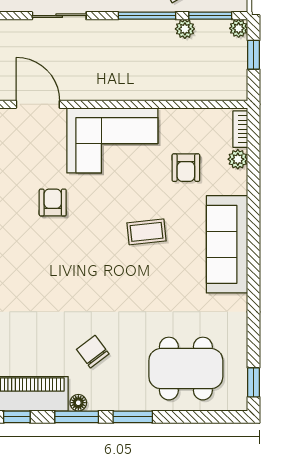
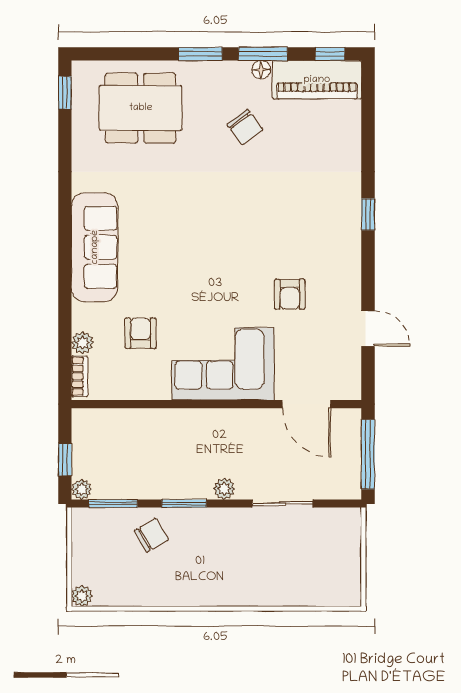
window: (147, 16) -> (184, 503), width x0.69
plant: (185, 29) -> (224, 489), moved
coffee table: (147, 232) -> (185, 261), removed

